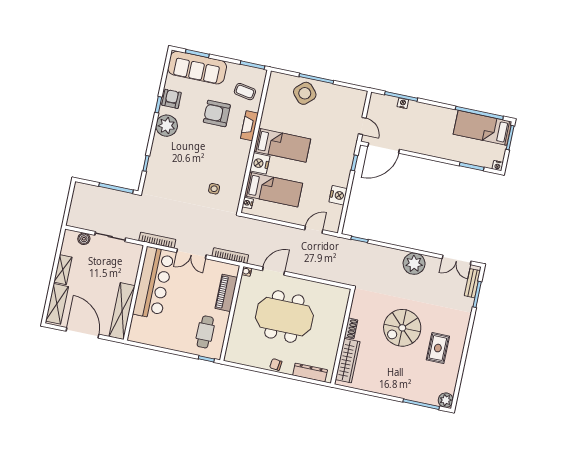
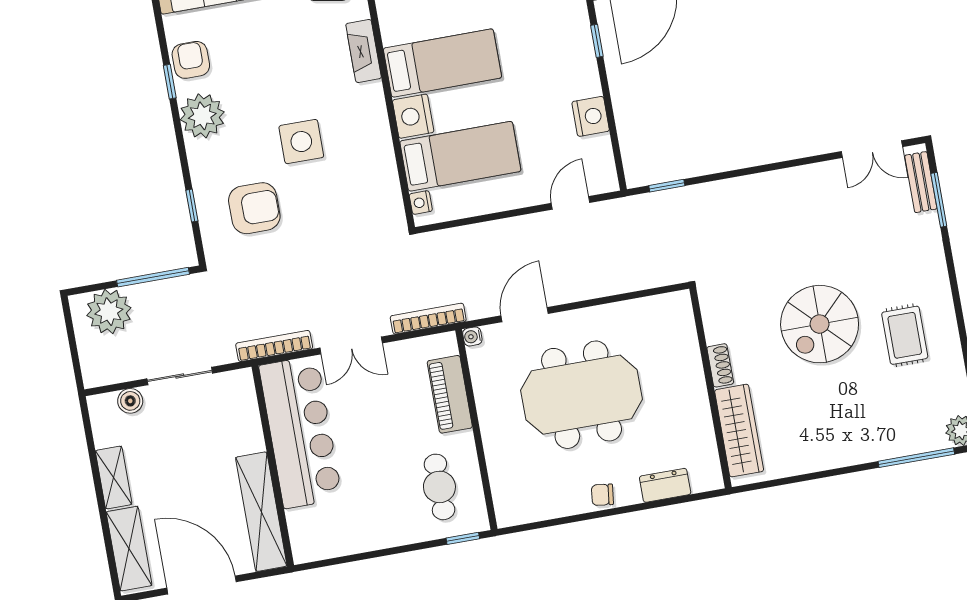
armchair: (217, 113) -> (254, 208), moved, turned 180
side table: (214, 189) -> (301, 142), moved, width x1.87, depth x1.87
plant: (414, 264) -> (109, 312), moved
dresser: (310, 373) -> (665, 485), width x0.70

